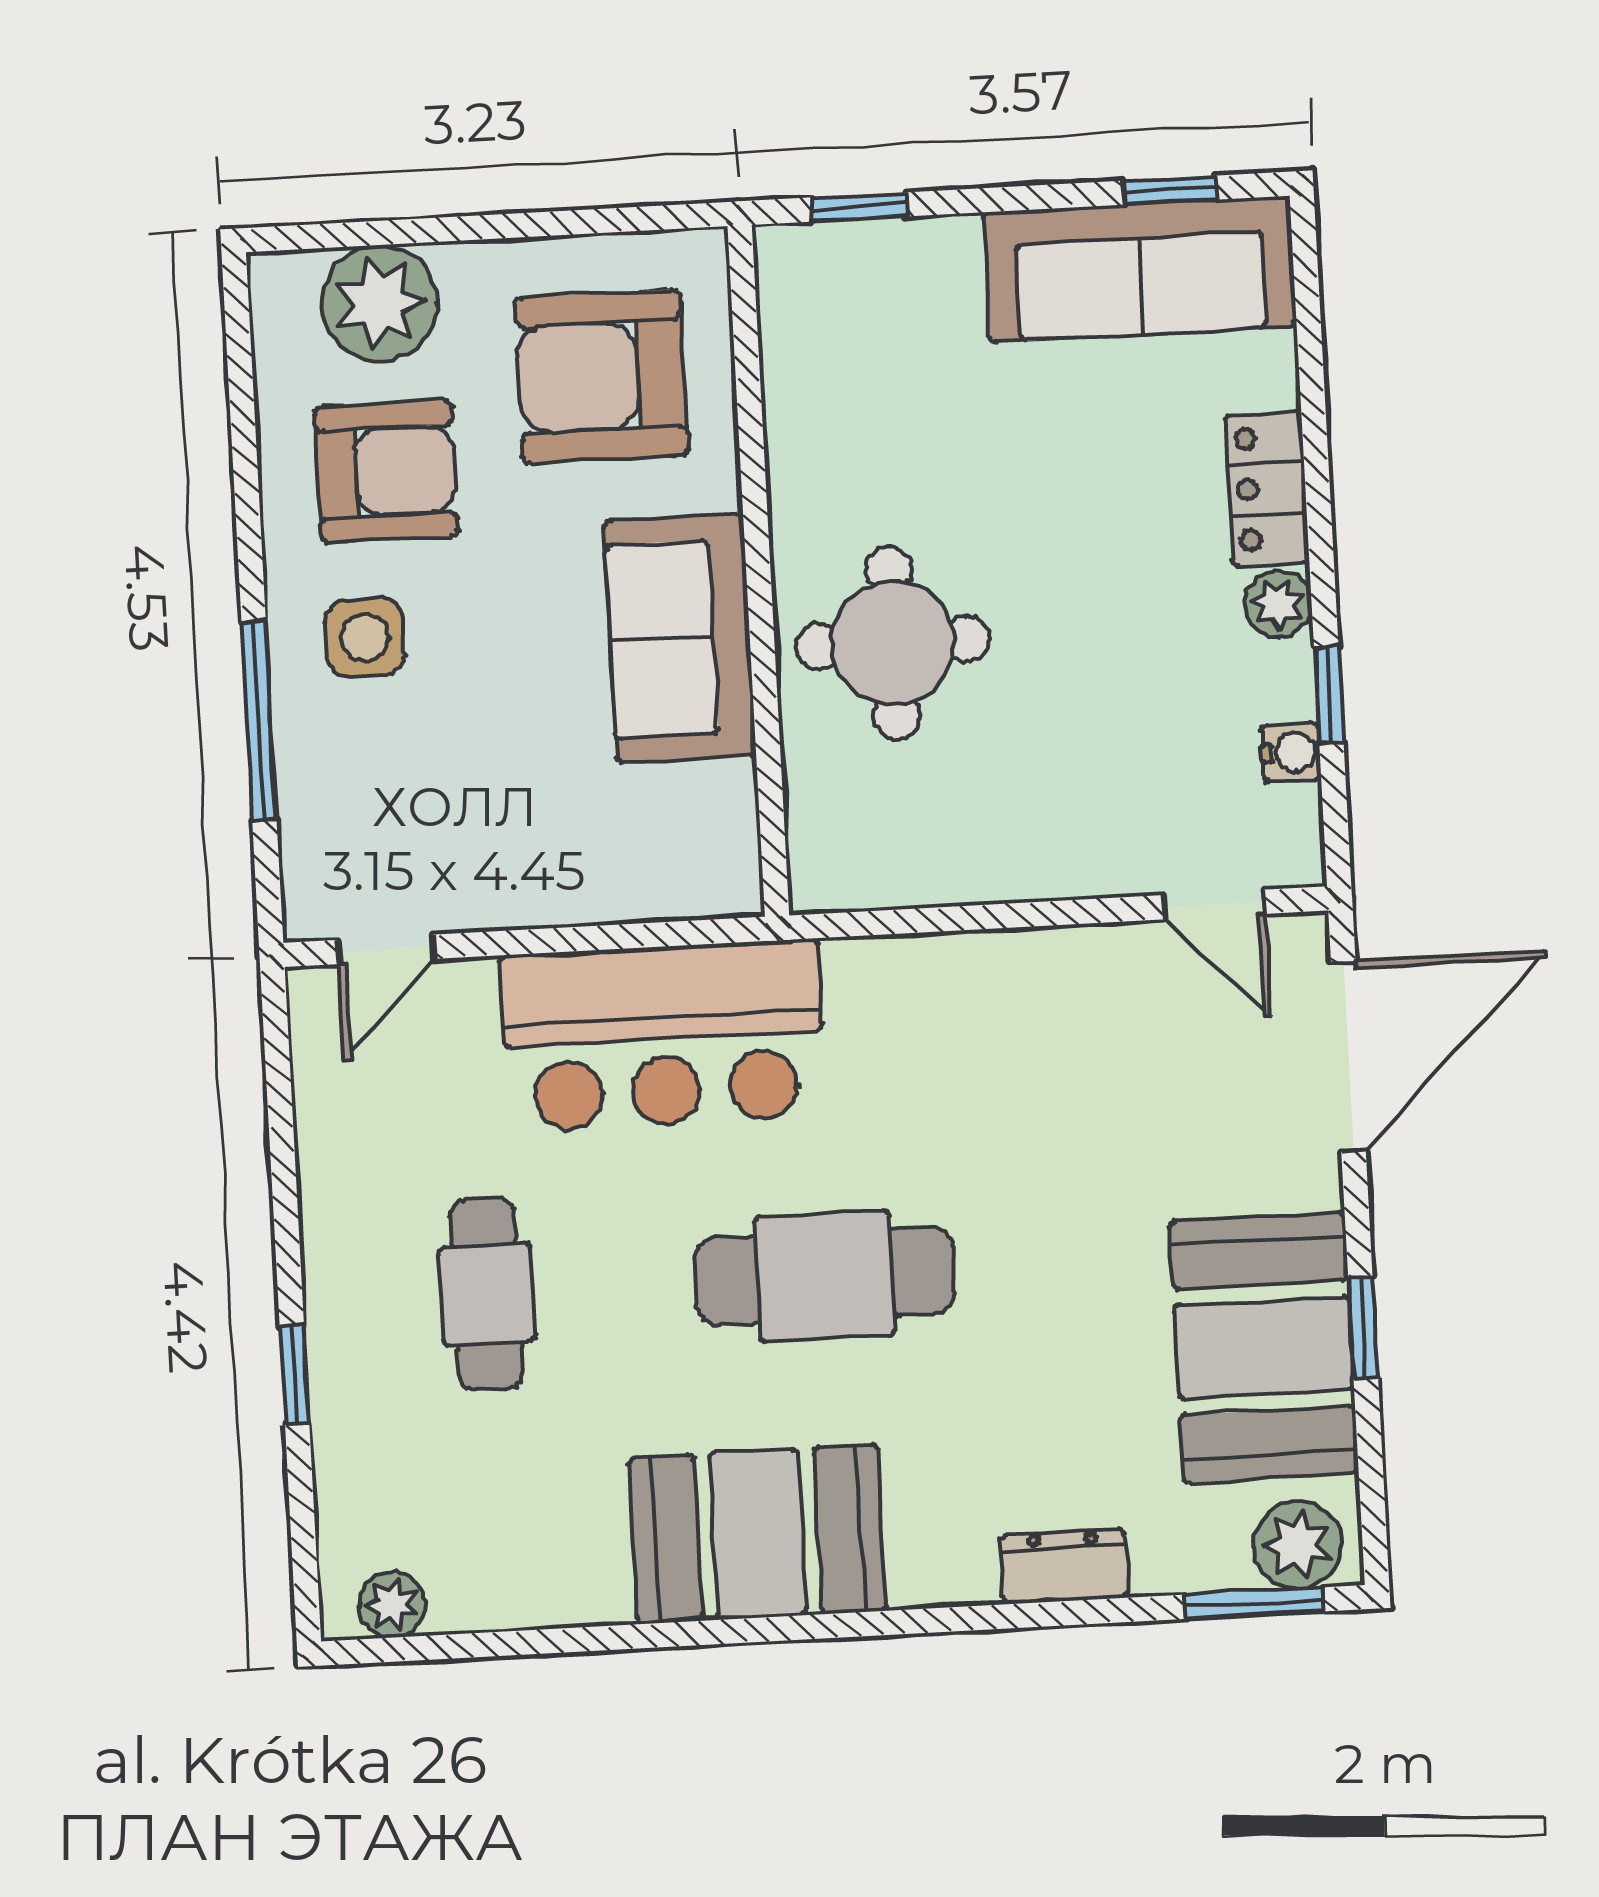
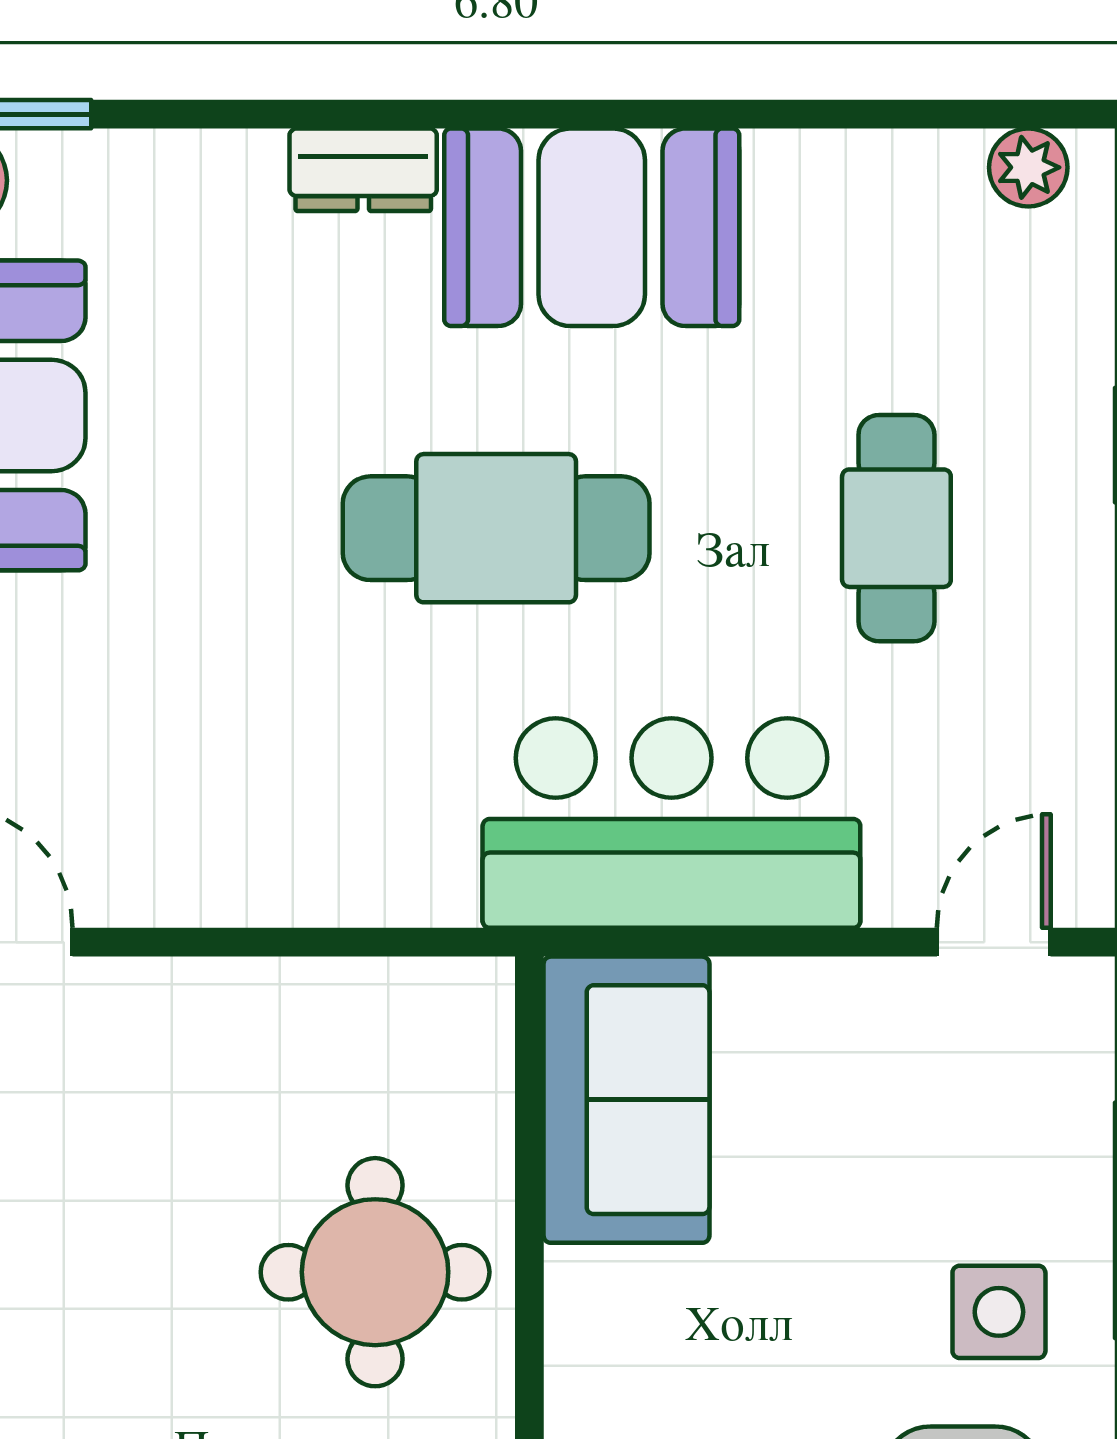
sofa: (680, 638) -> (627, 1100), moved
dresser: (1064, 1566) -> (363, 170), moved

